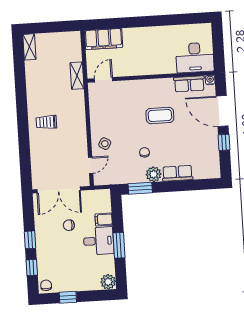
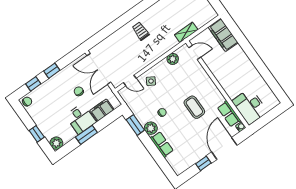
plant: (96, 107) -> (173, 59), added
filing cabinet: (104, 220) -> (102, 110), width x2.00
window: (68, 297) -> (37, 134), moved

